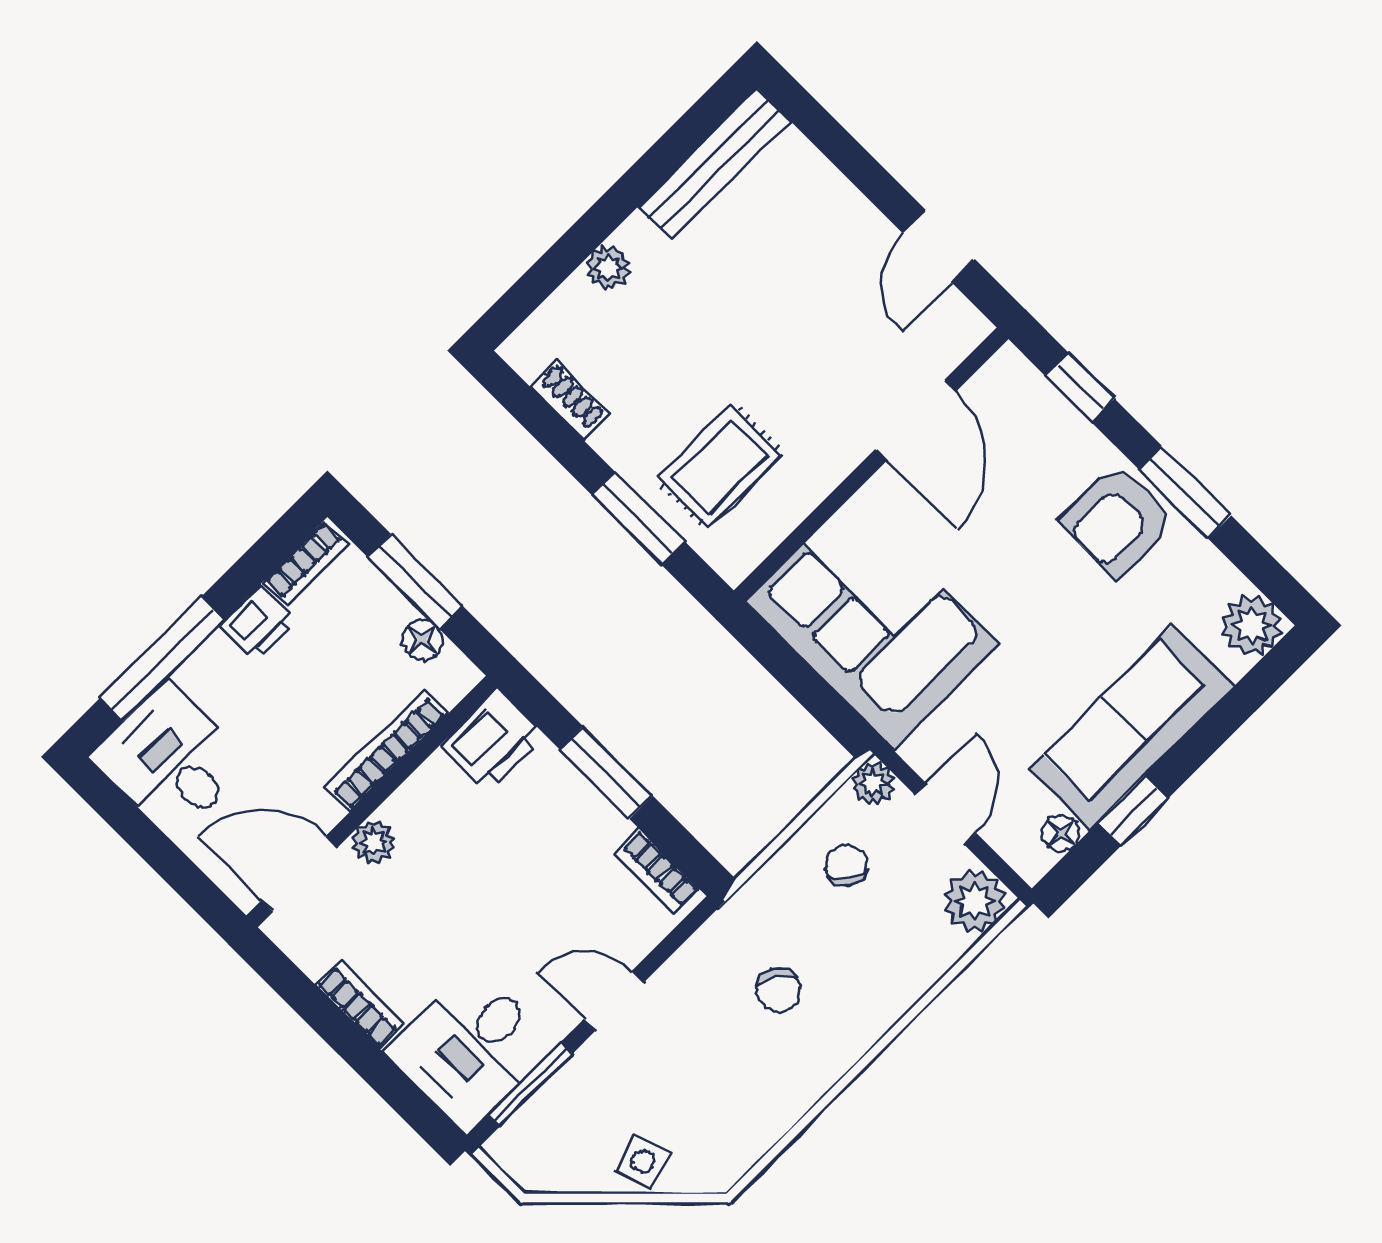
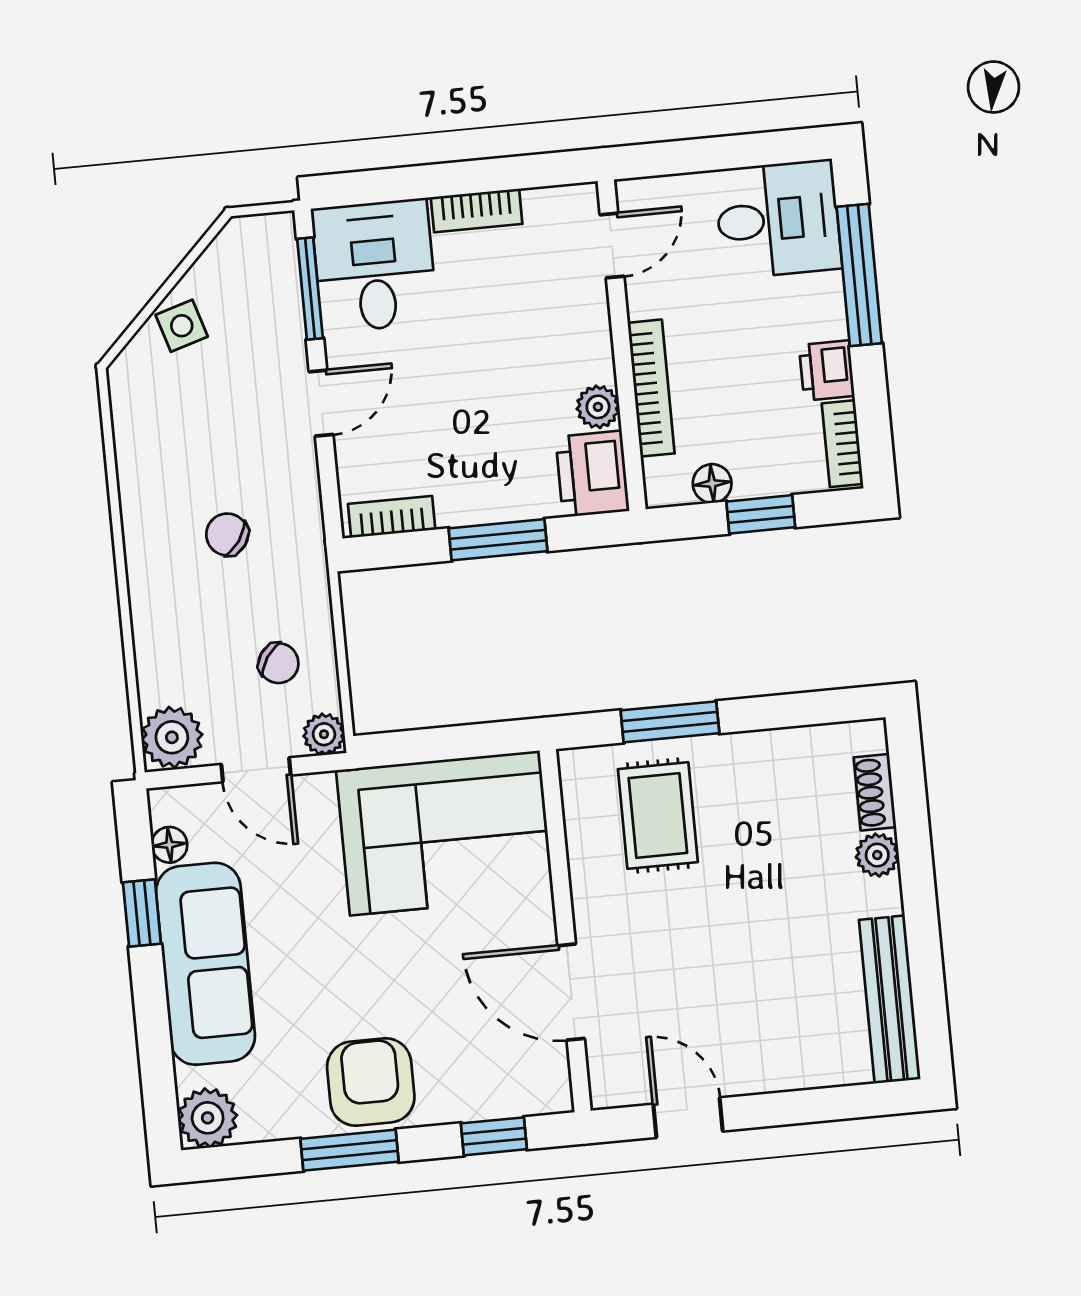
shoe rack: (569, 400) -> (875, 792), moved, turned 90
window: (415, 581) -> (761, 514), width x0.67
plant: (374, 843) -> (598, 407), moved
door: (299, 874) -> (612, 245), width x0.73

